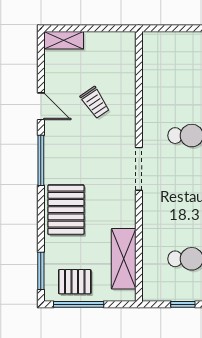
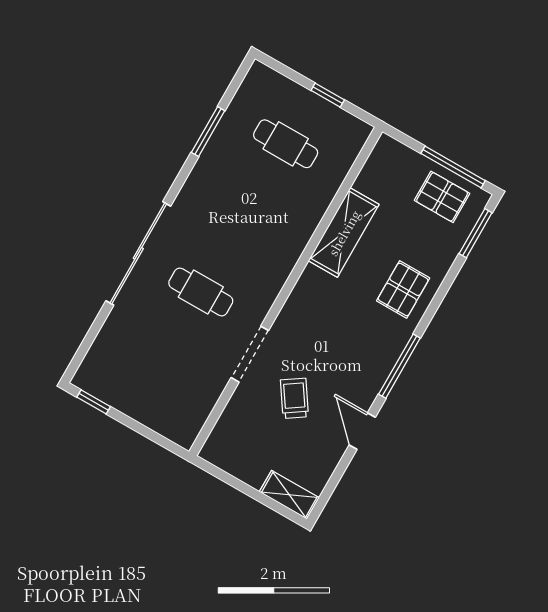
doorway: (139, 169) -> (250, 354), moved
pallet: (66, 210) -> (403, 289), width x0.67, depth x0.71
shelving: (124, 259) -> (344, 233), moved

